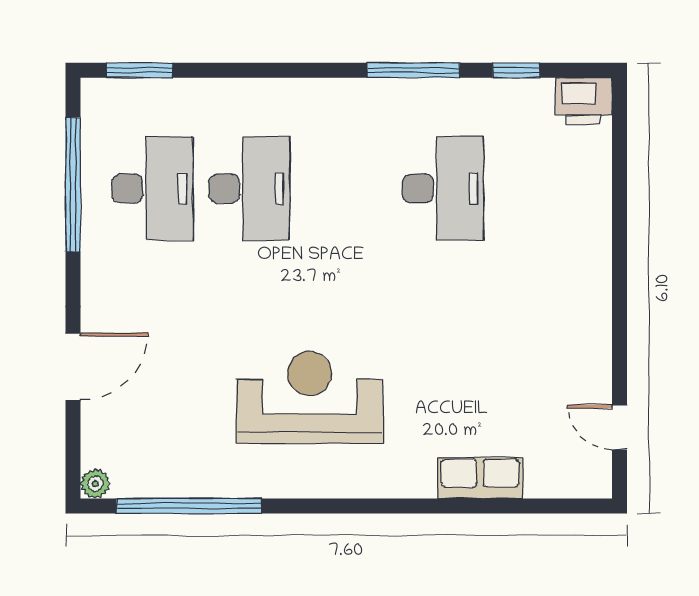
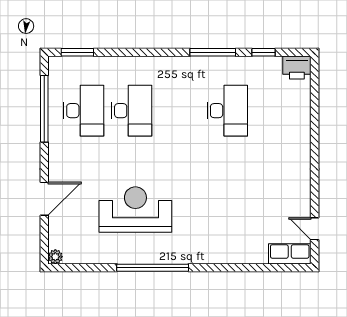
reception desk: (310, 397) -> (135, 210), moved
row of seats: (480, 478) -> (290, 254), moved
window: (189, 506) -> (153, 268), moved

